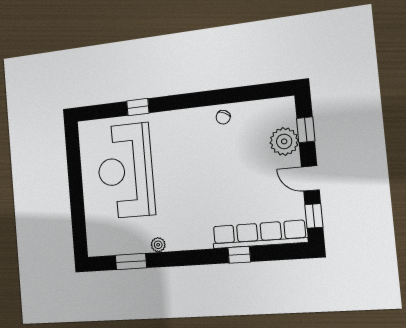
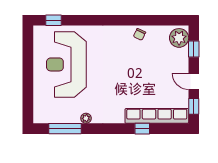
window: (138, 107) -> (54, 20), moved
plant: (284, 141) -> (179, 38), moved
window: (131, 261) -> (65, 129), width x1.44

